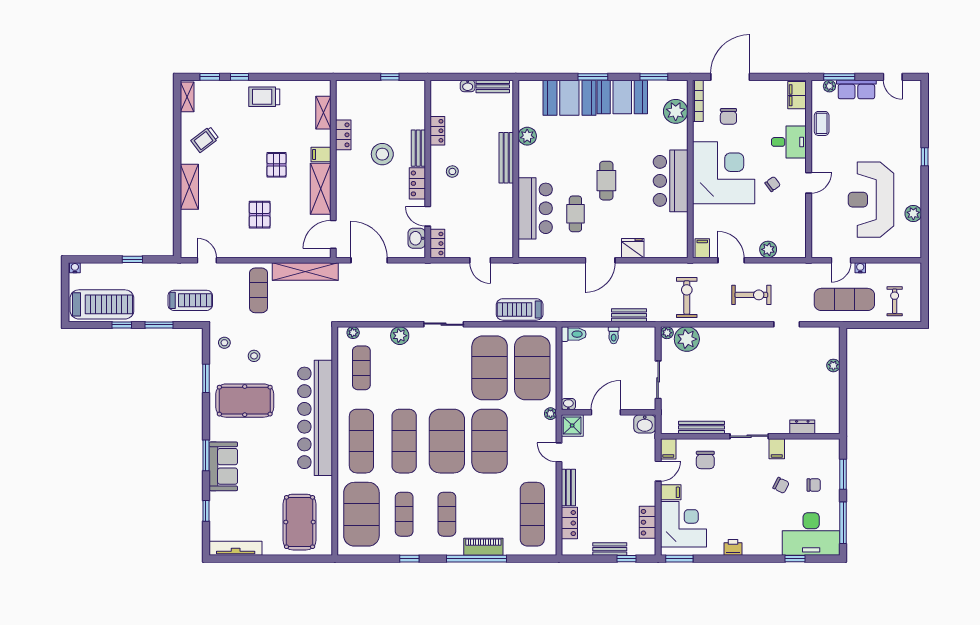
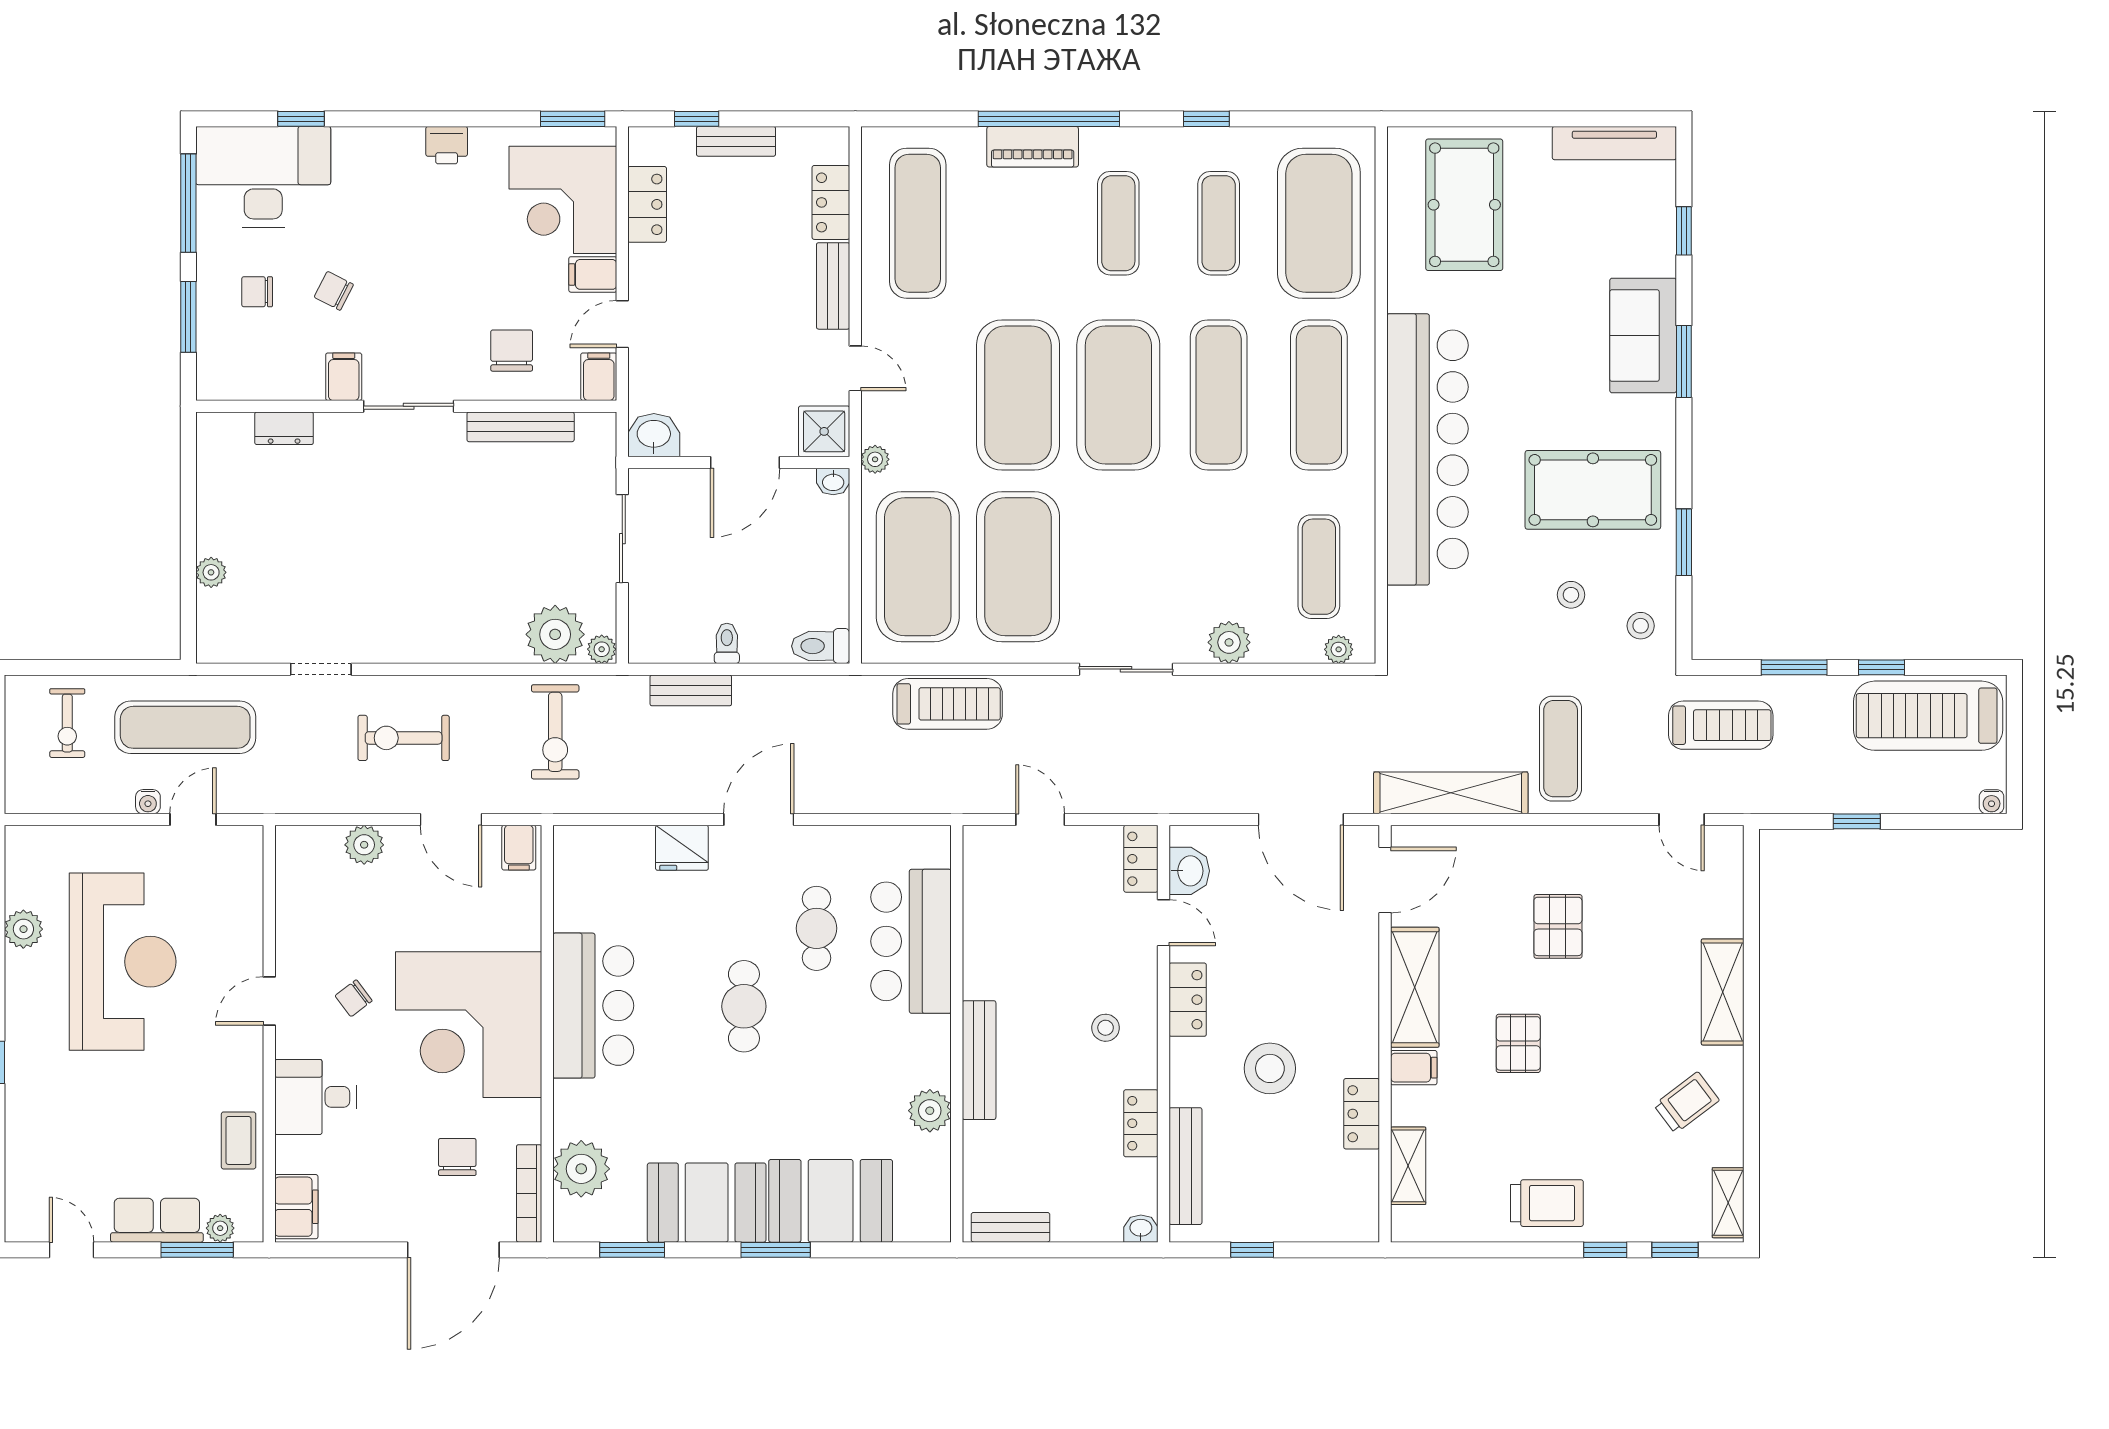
washbasin: (468, 86) -> (1141, 1229), moved
bench: (418, 148) -> (1185, 1166), moved, width x1.36
treadmill: (190, 300) -> (1721, 725), turned 180

